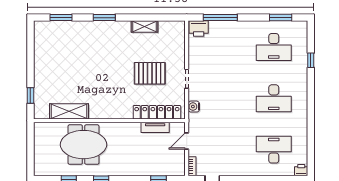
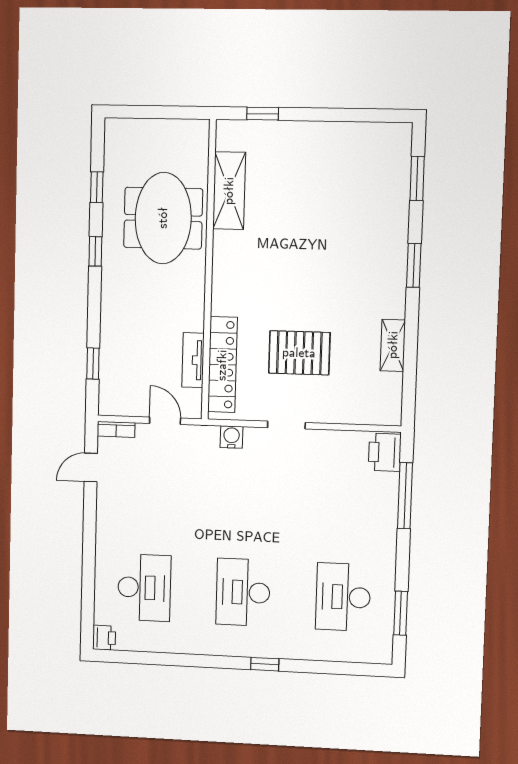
window: (311, 60) -> (265, 664), moved
pallet: (150, 73) -> (299, 353), turned 90

